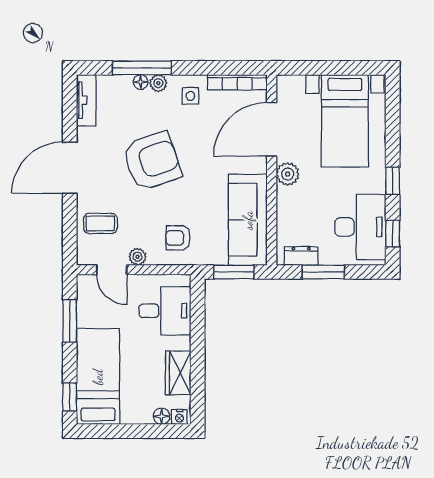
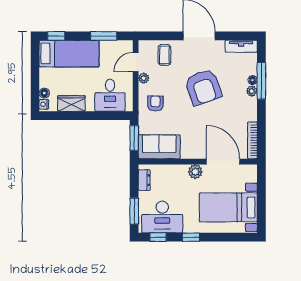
side table: (190, 96) -> (244, 111), removed
sofa: (248, 220) -> (159, 147), width x0.73
window: (323, 272) -> (134, 211), moved

